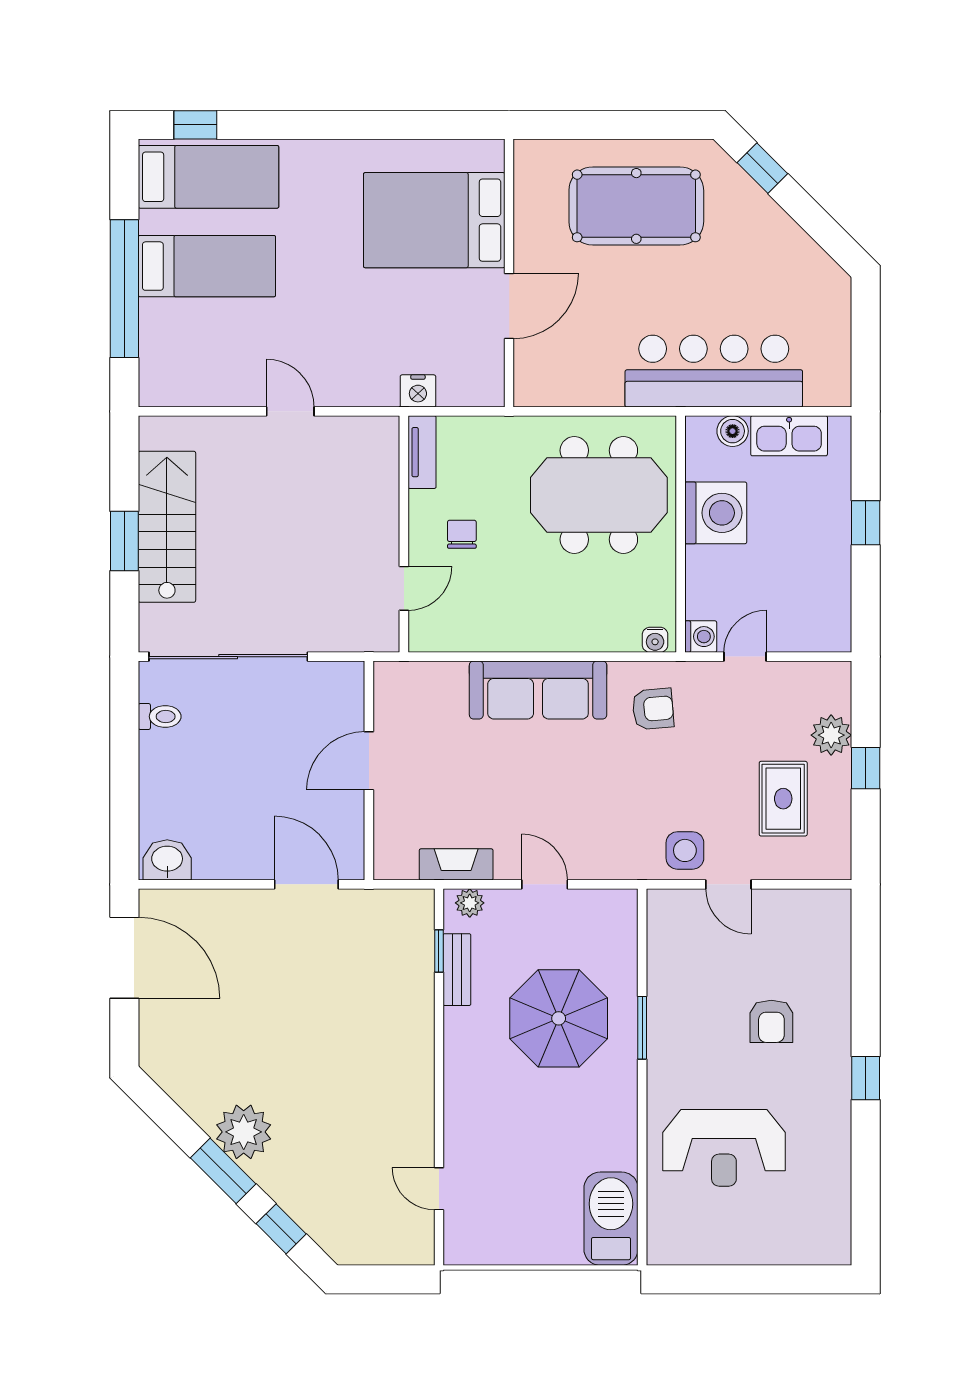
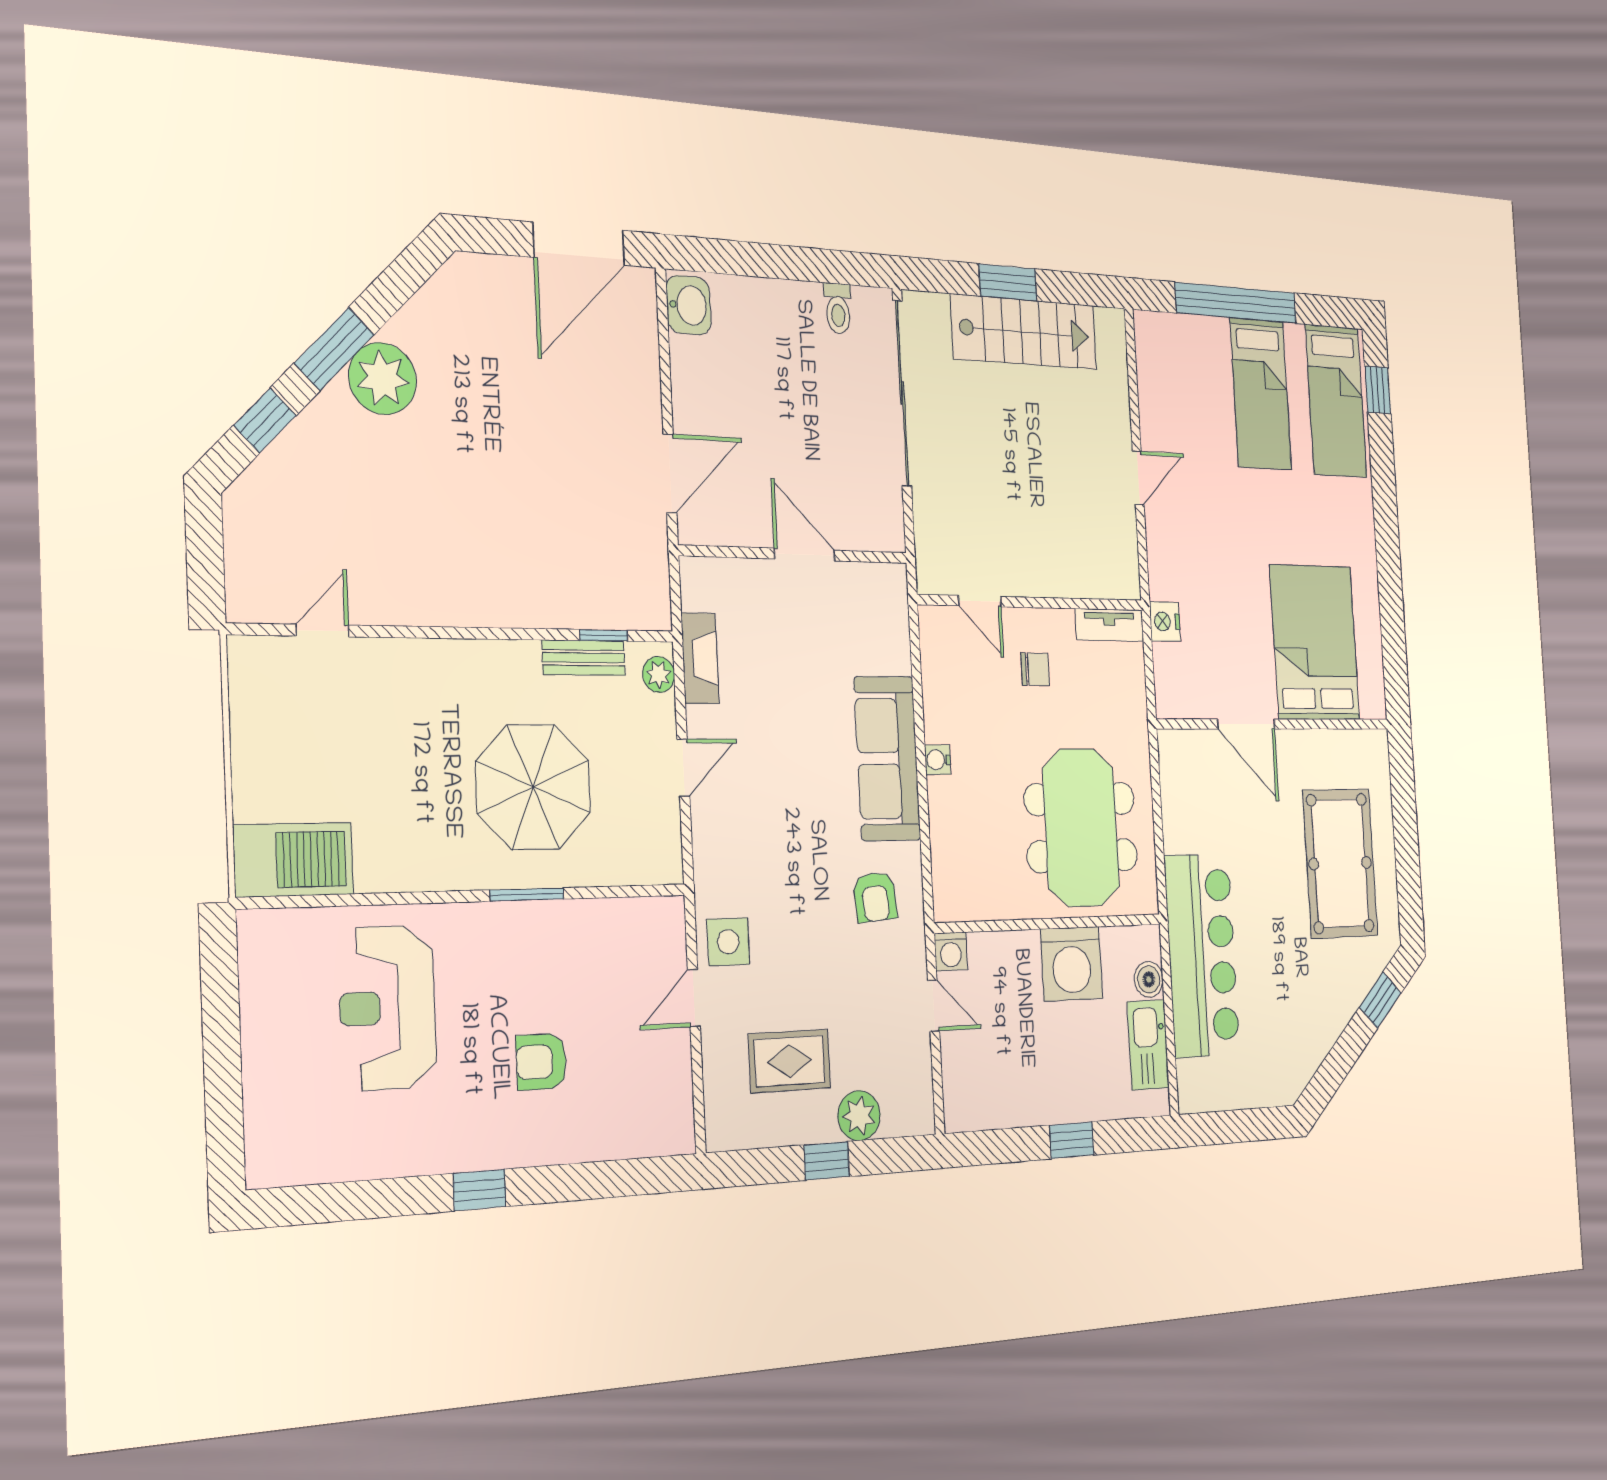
water cooler: (655, 640) -> (938, 760), moved

